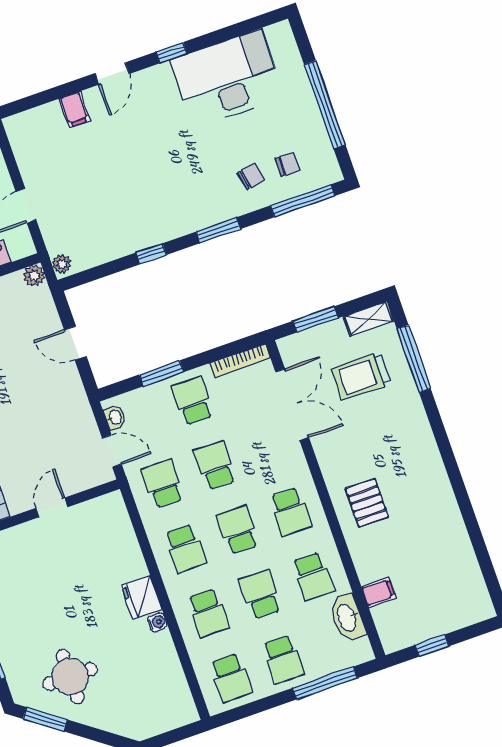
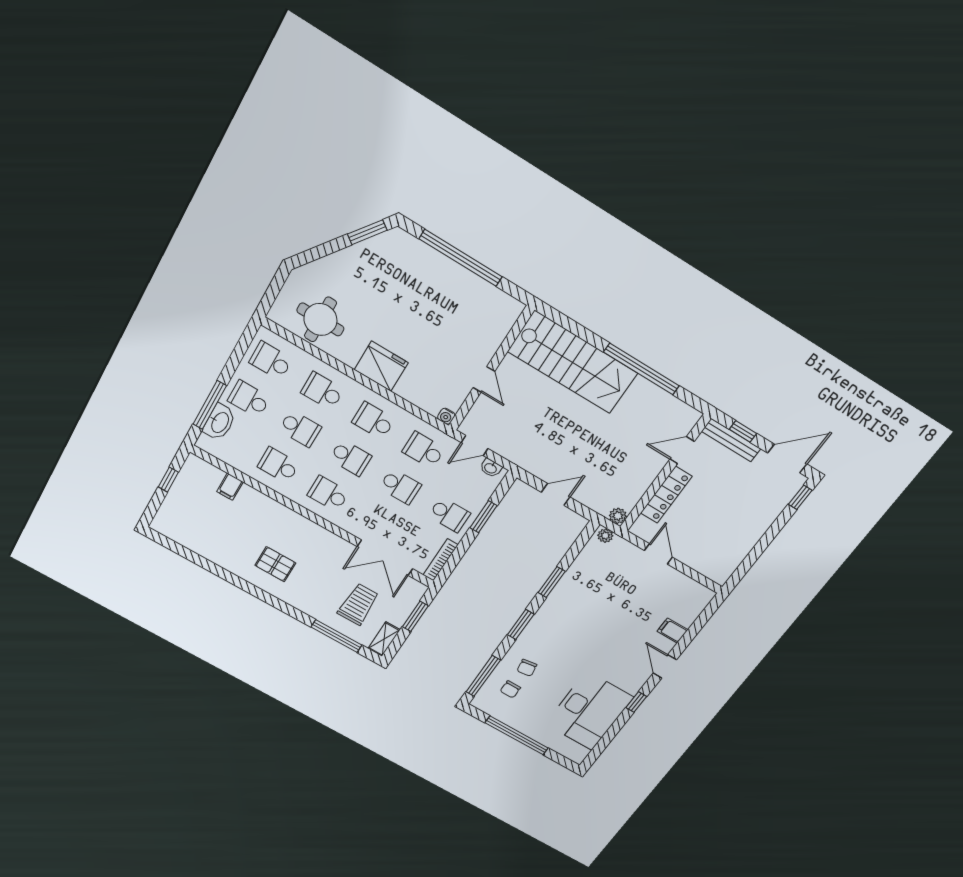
window: (151, 254) -> (552, 582), width x1.50
school desk: (163, 484) -> (424, 450), turned 180
pallet: (367, 503) -> (275, 564), moved
fridge: (142, 598) -> (381, 366), width x1.36, depth x1.34
washbasin: (347, 618) -> (220, 422), moved, turned 90
water cooler: (157, 622) -> (446, 416), moved
round table: (70, 676) -> (320, 319), moved

